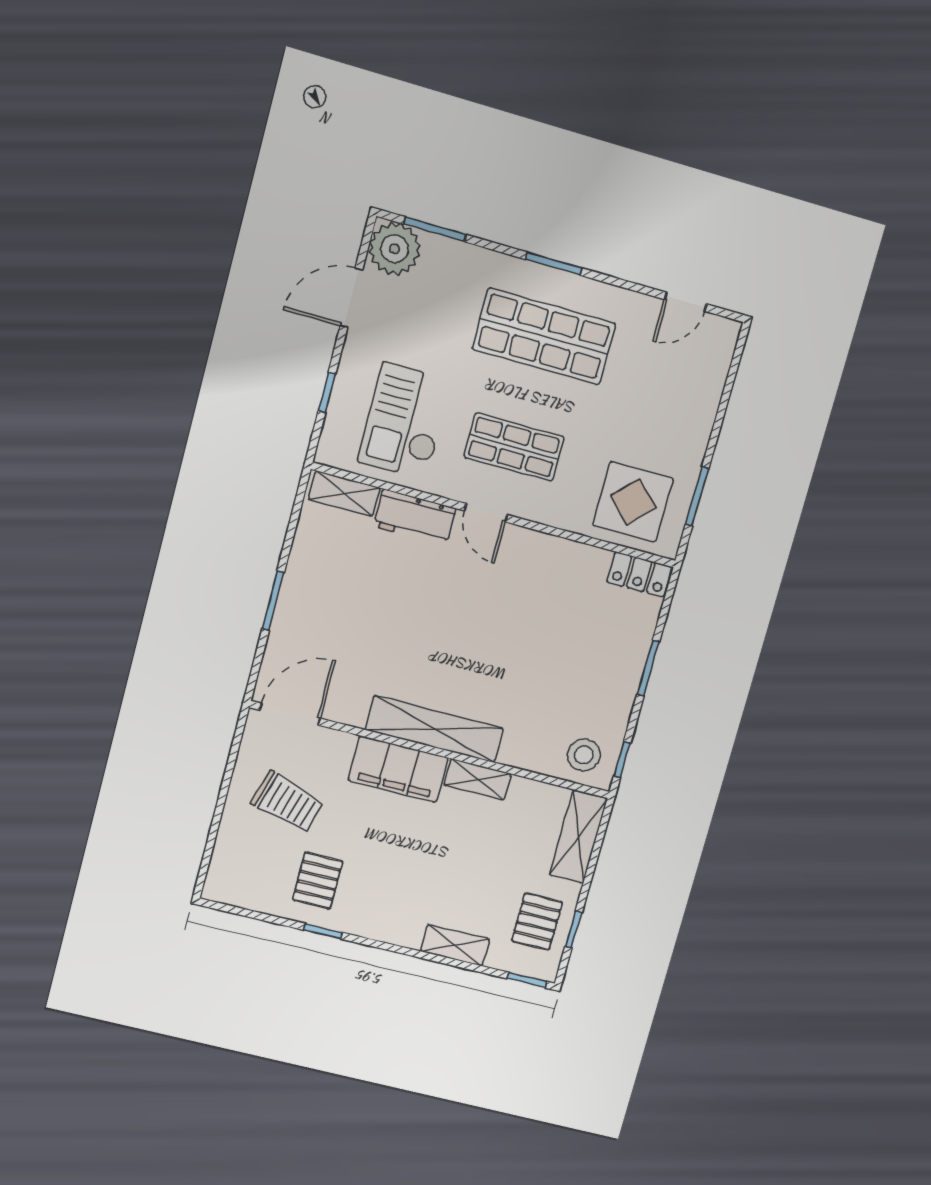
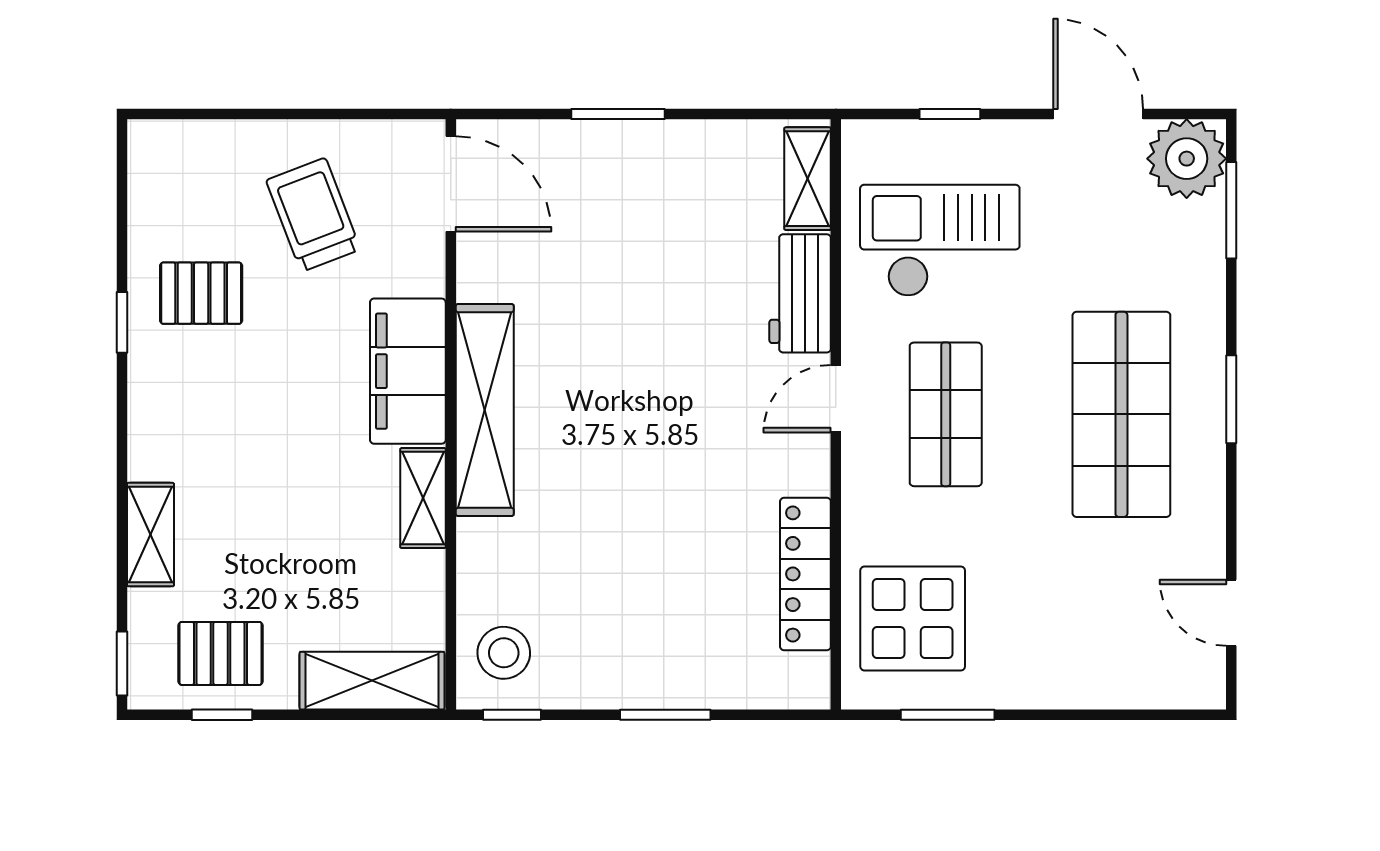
locker: (639, 574) -> (805, 574), moved, width x1.53
trolley: (287, 802) -> (313, 215), turned 143

